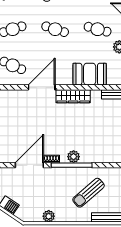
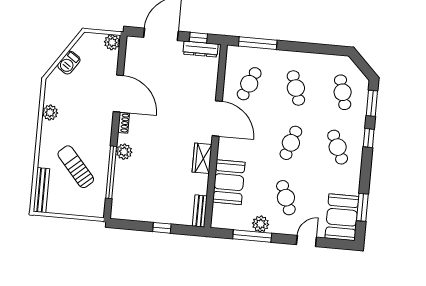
cafe table: (98, 29) -> (286, 198), turned -36
wardrobe: (73, 96) -> (202, 158), width x0.67
window: (72, 165) -> (111, 172), moved

